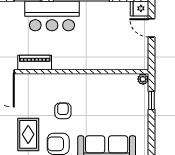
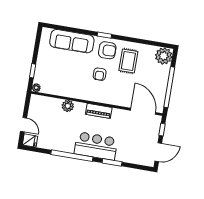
plant: (98, 62) -> (68, 106), added
piano: (35, 63) -> (99, 111), moved

